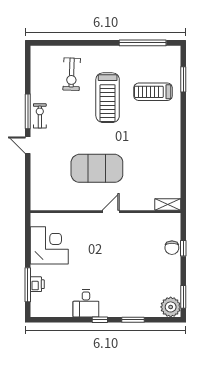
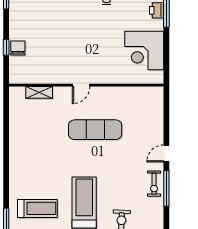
door: (28, 145) -> (166, 153), swing flipped
exercise mat: (97, 168) -> (95, 130), width x0.68
shelving: (168, 204) -> (39, 92), moved

